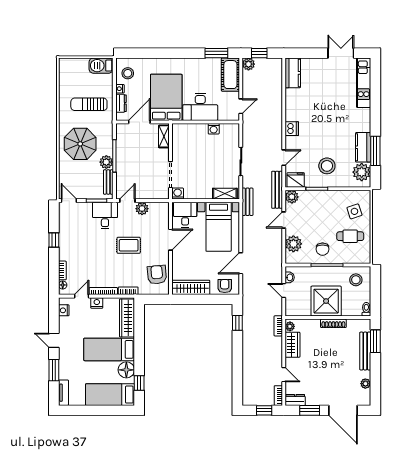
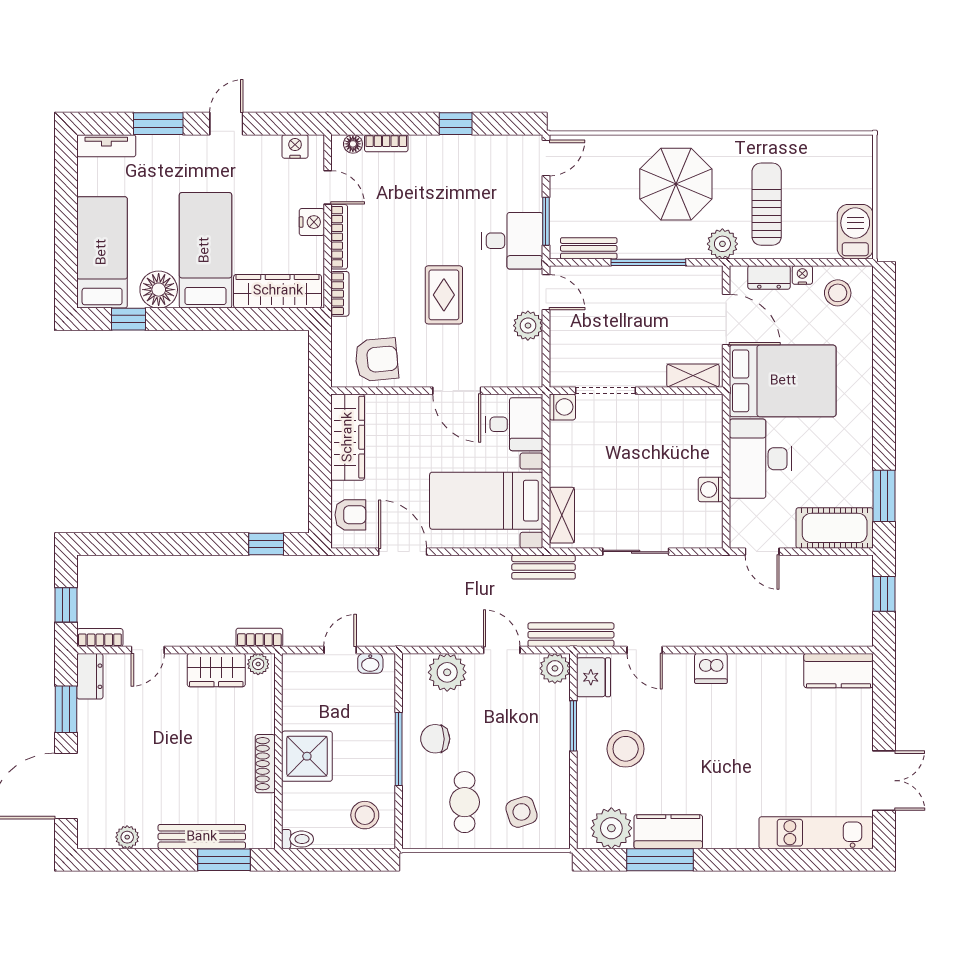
plant: (248, 64) -> (859, 569), removed
plant: (106, 162) -> (722, 244), moved
shower: (326, 301) -> (307, 756), width x0.73, depth x0.73

